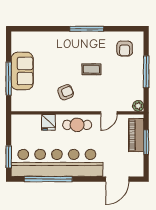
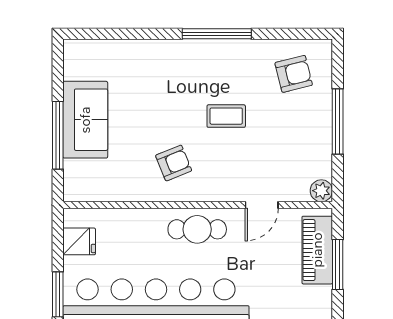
armchair: (125, 48) -> (294, 74), turned -104
fridge: (48, 122) -> (79, 241), moved, turned -90

